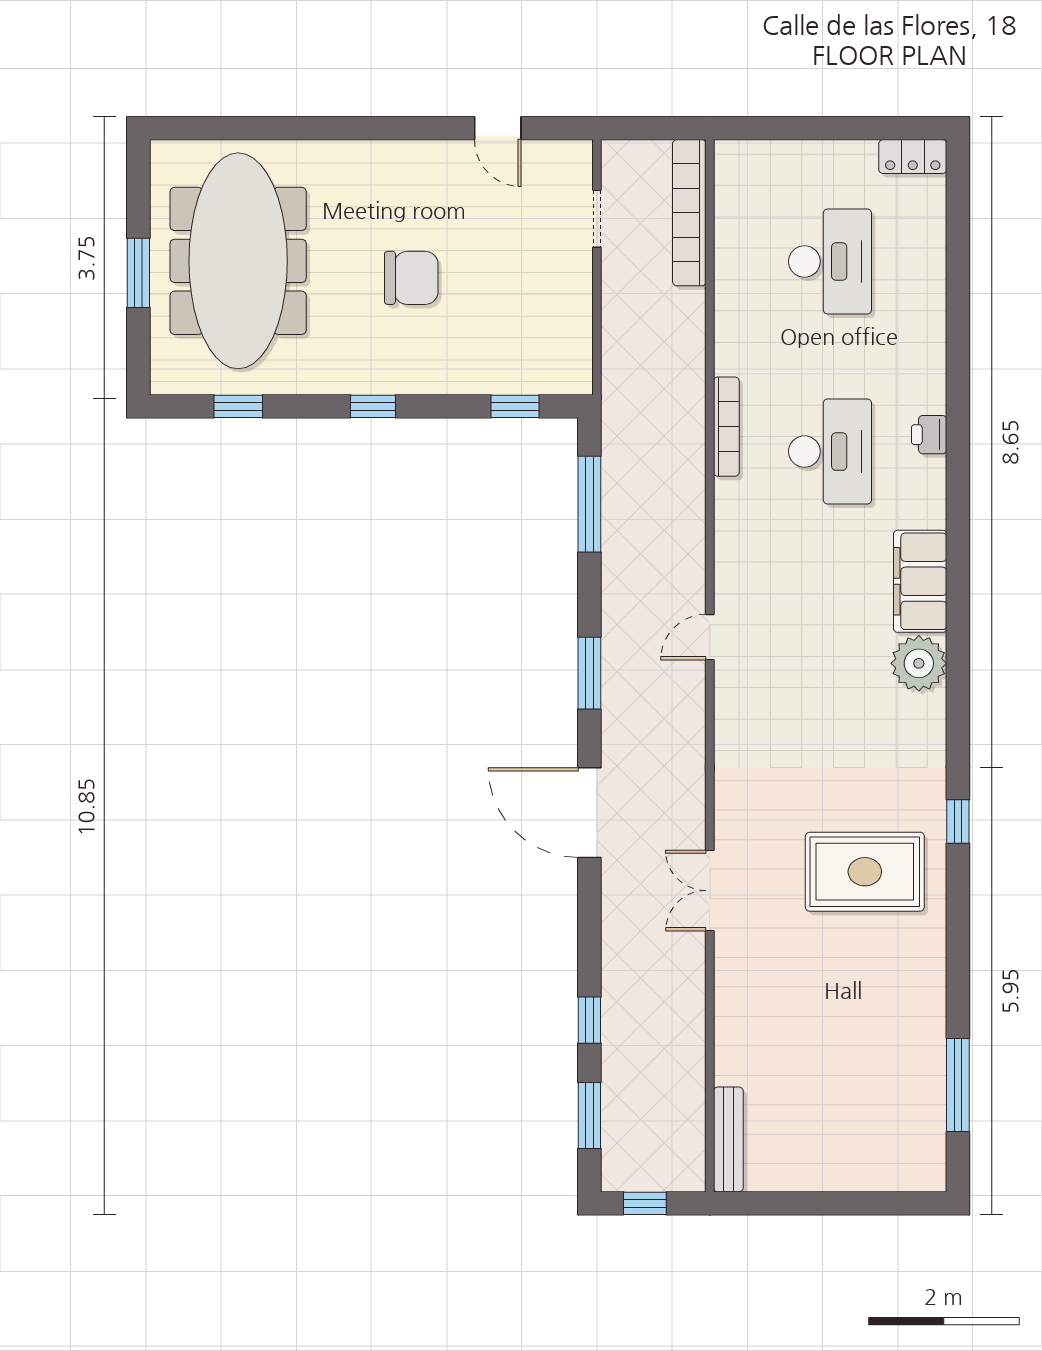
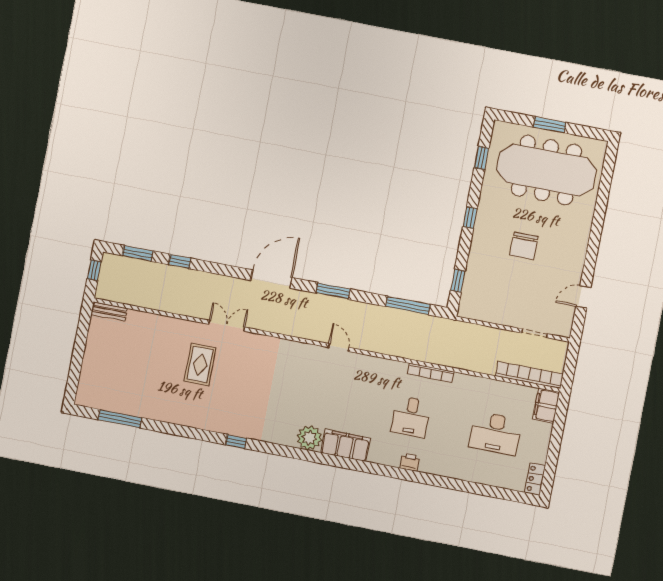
filing cabinet: (749, 163) -> (546, 406), added
desk: (830, 452) -> (411, 417), width x0.73
rug: (865, 872) -> (200, 364), moved, width x0.73, depth x0.70
bench: (728, 1139) -> (109, 311), width x0.73

